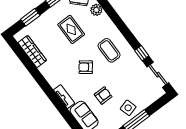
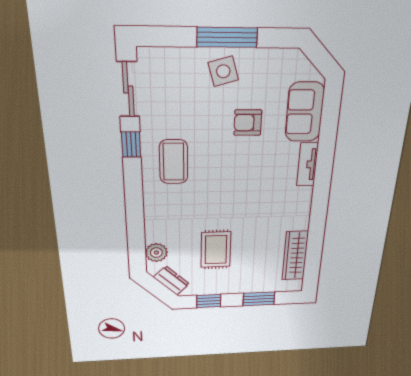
coffee table: (109, 50) -> (174, 162), moved
armchair: (86, 67) -> (239, 184), removed

